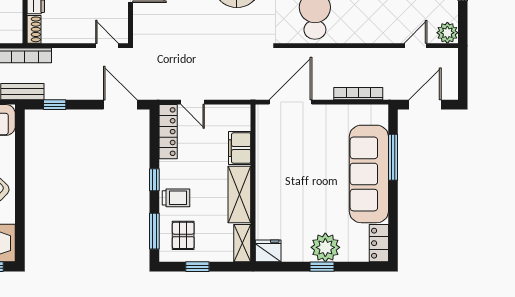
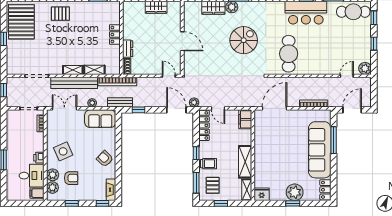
plant: (151, 92) -> (194, 102), added
filing cabinet: (240, 148) -> (245, 119), moved

